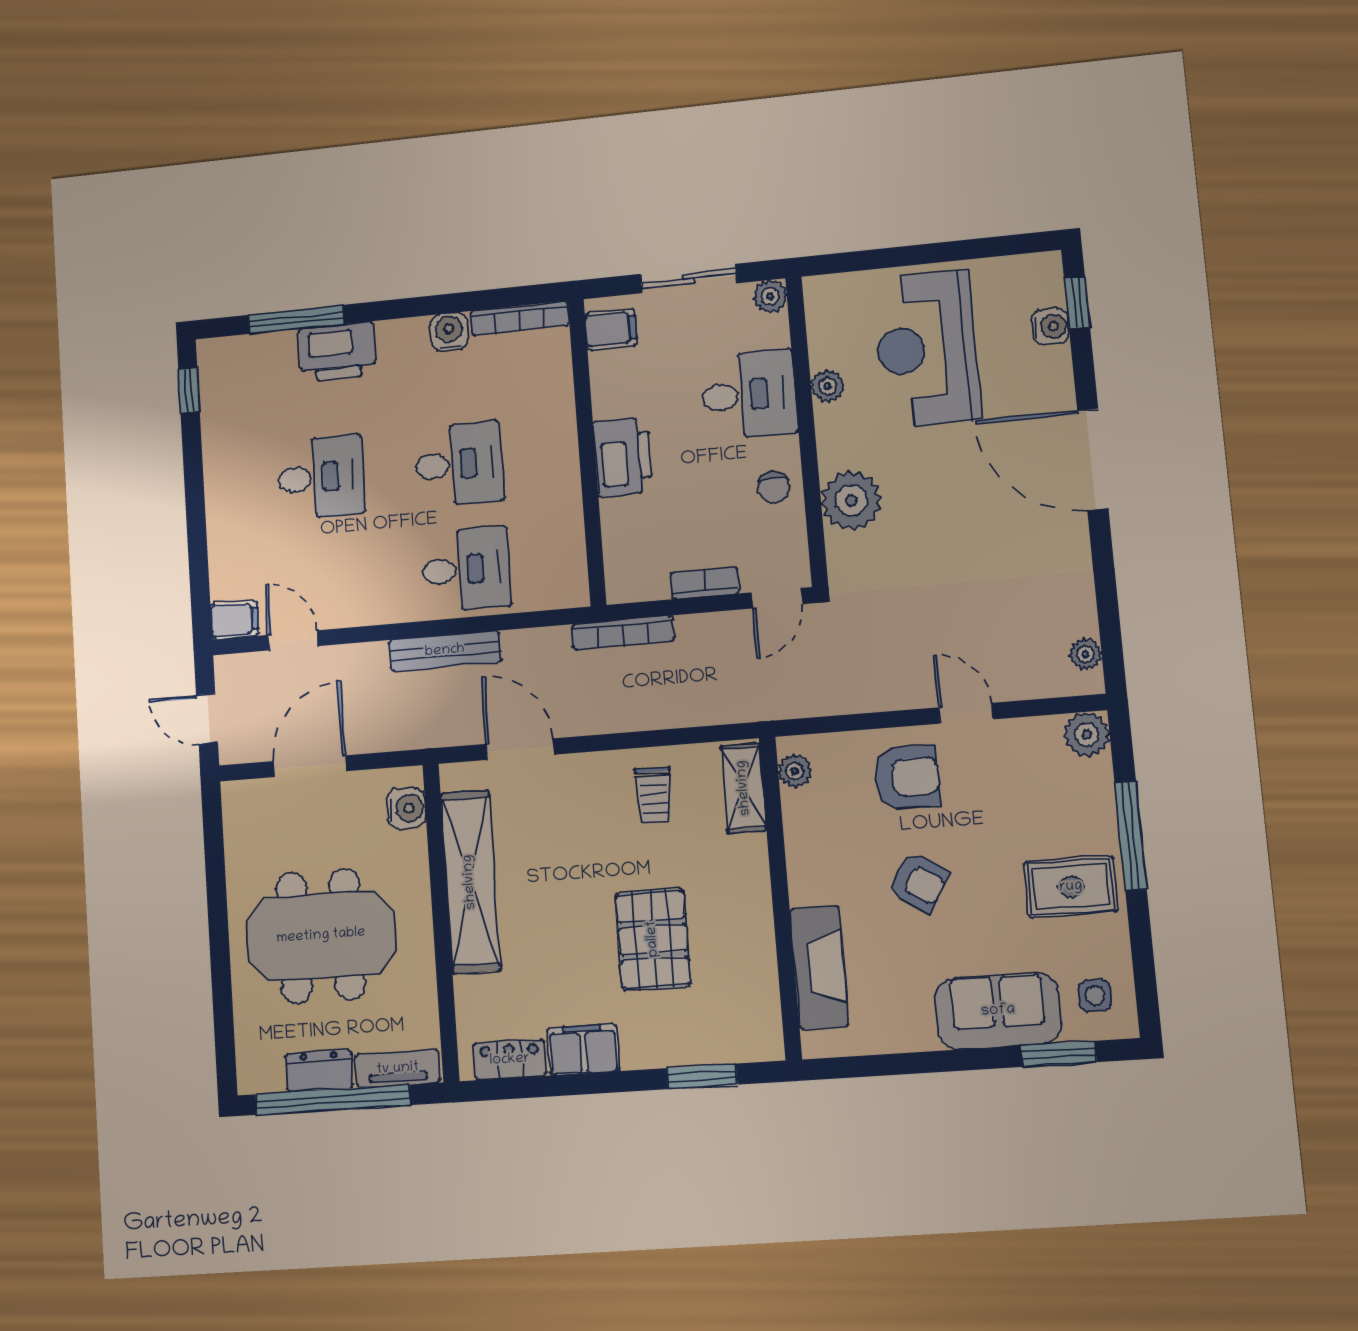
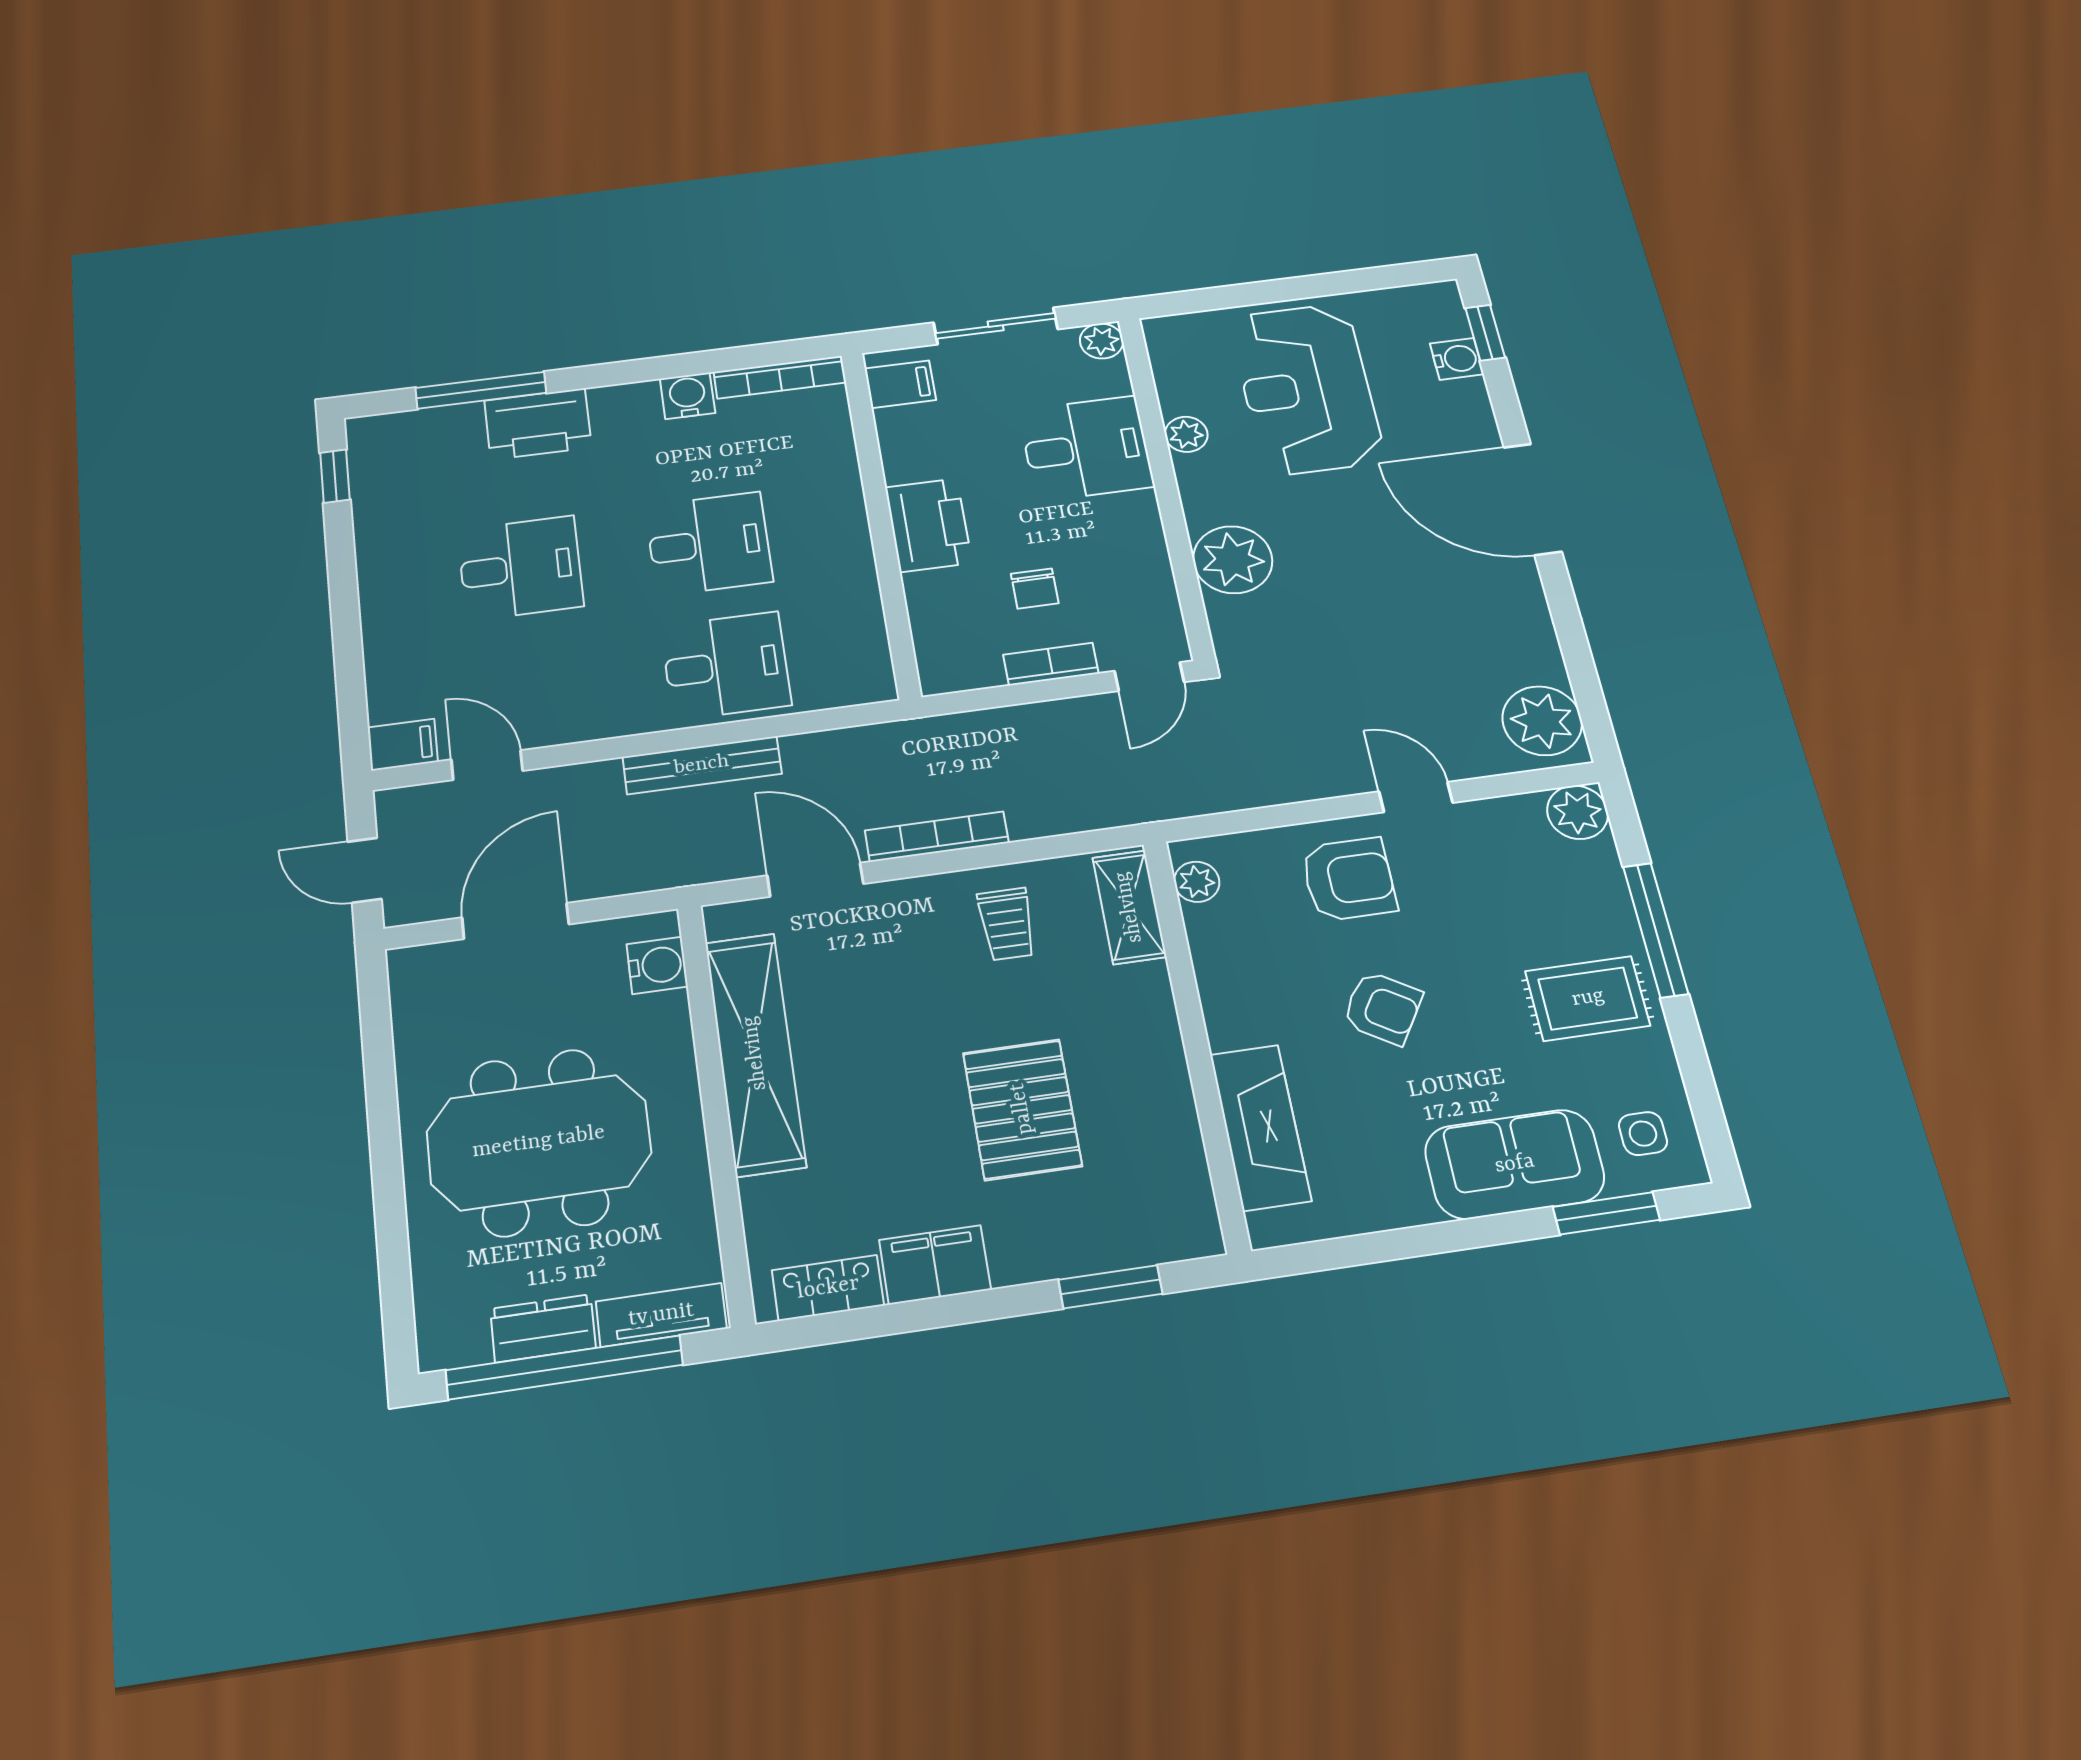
chair: (774, 487) -> (1035, 589), moved
bookcase: (623, 633) -> (937, 837), moved, turned 180
plant: (1085, 654) -> (1542, 721), width x1.87, depth x1.87

